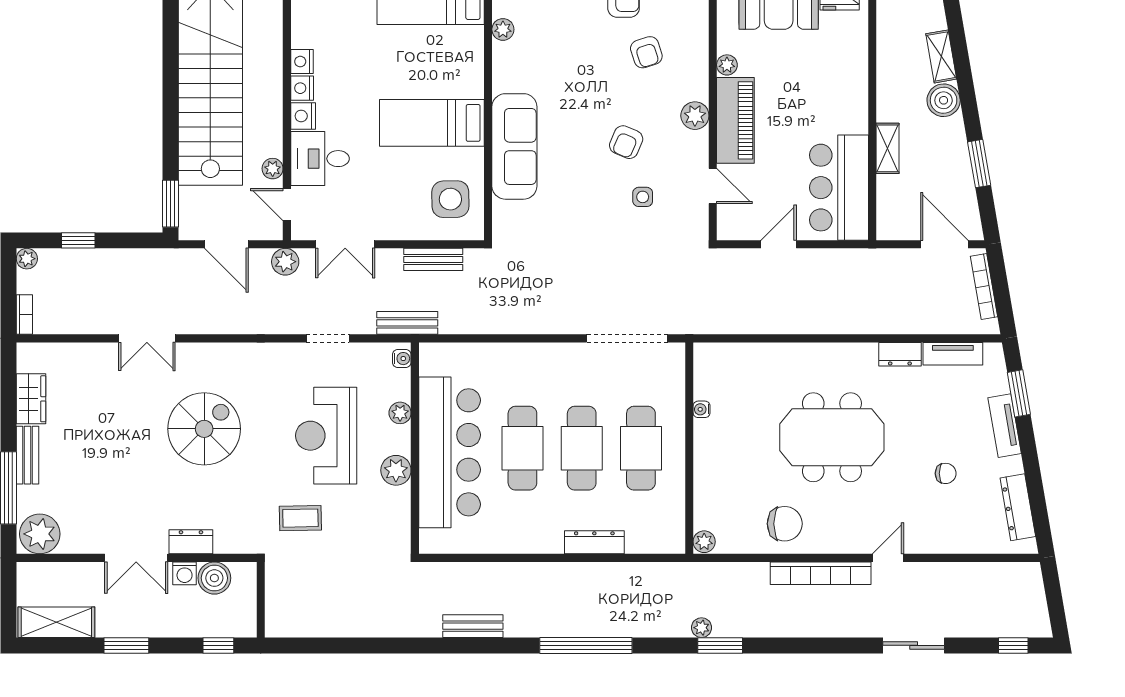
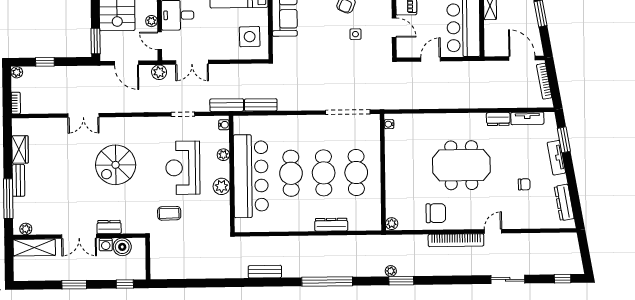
bench: (433, 259) -> (261, 105), moved
water cooler: (702, 409) -> (389, 124), moved
spiral stairs: (204, 429) -> (116, 165), turned 180
plant: (40, 534) -> (26, 229), width x0.53, depth x0.53
shelving: (56, 622) -> (34, 247), moved

